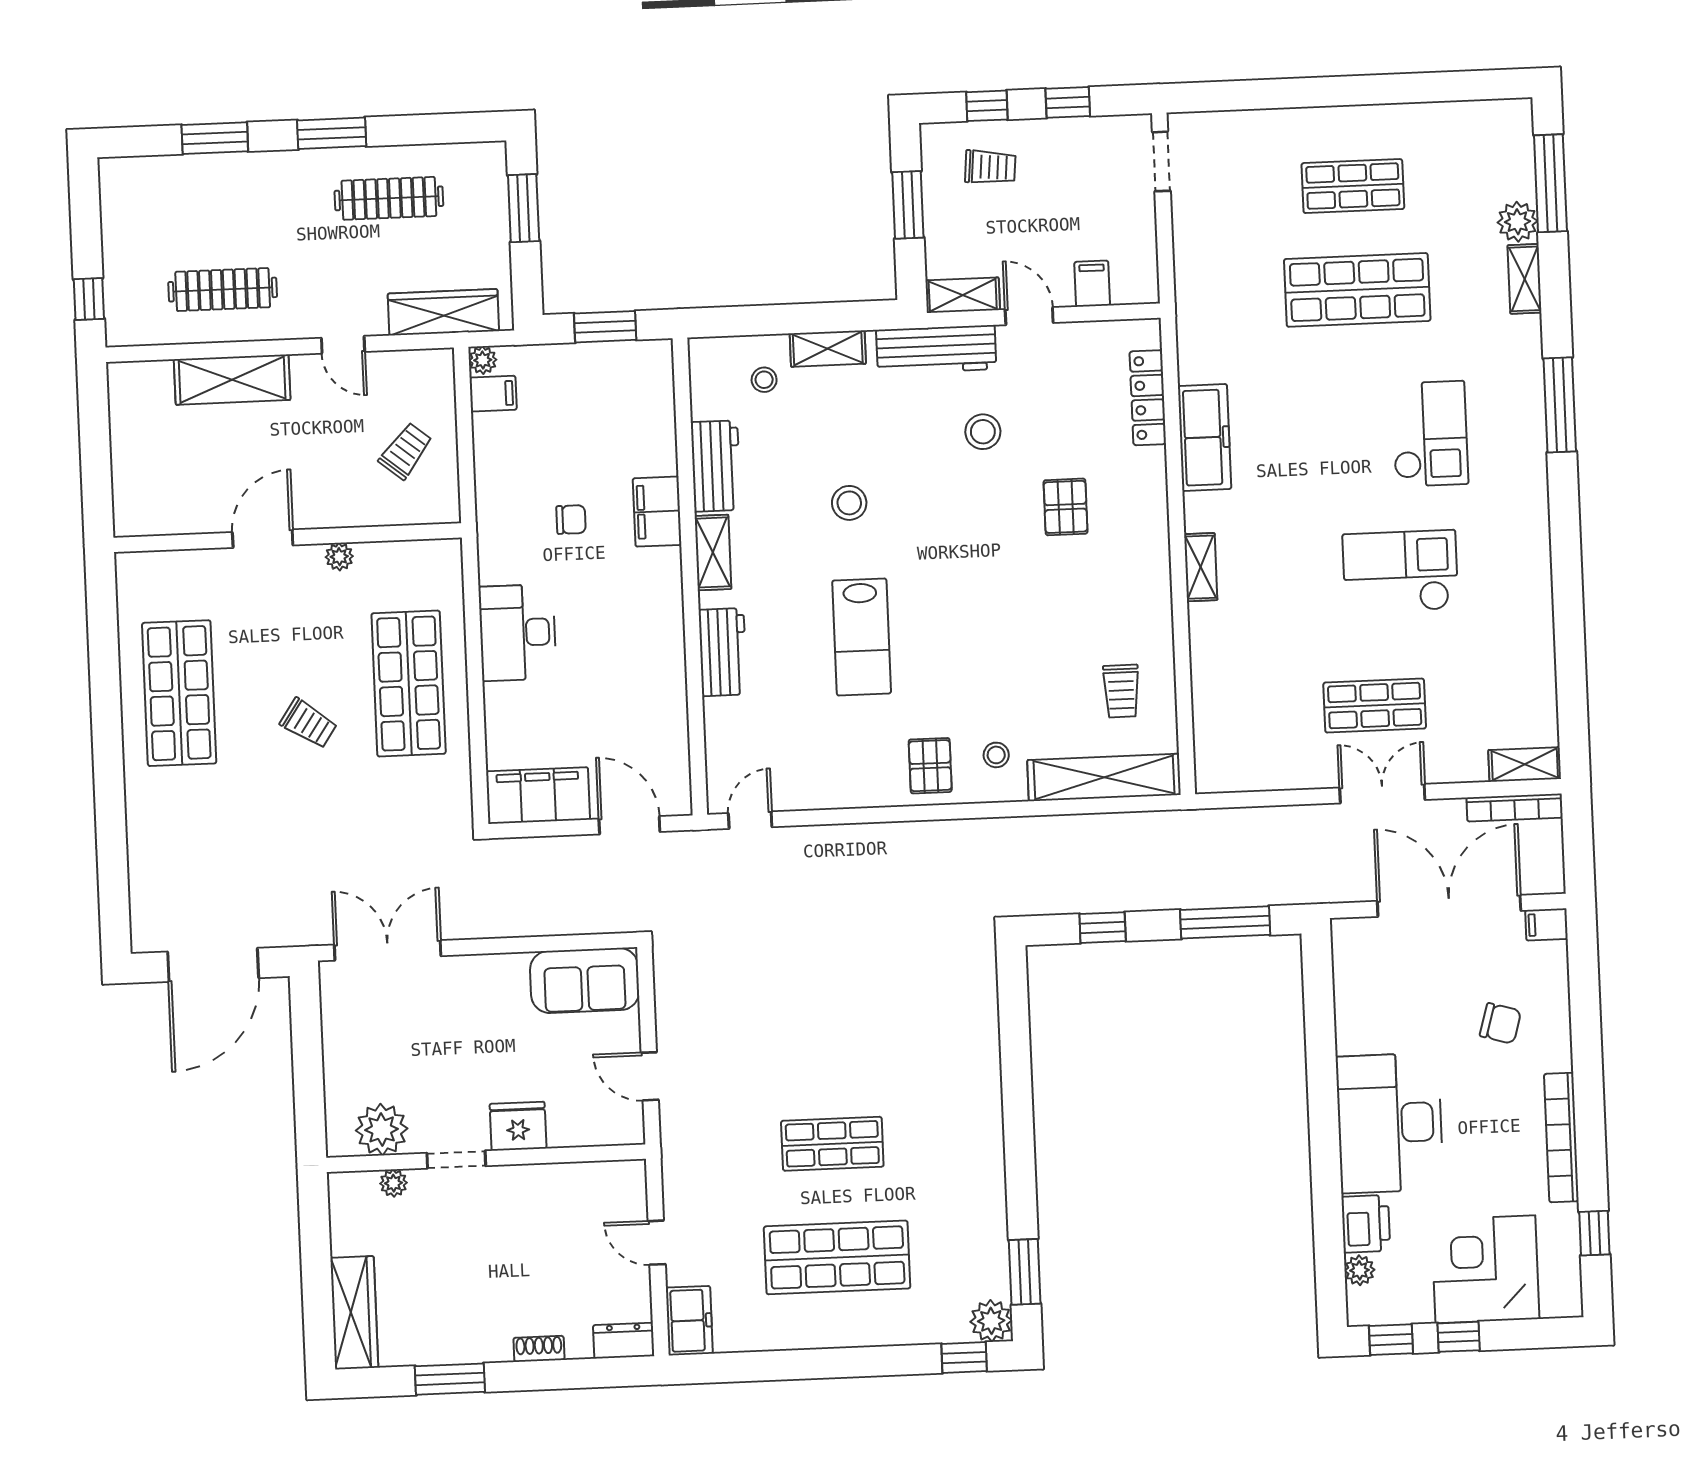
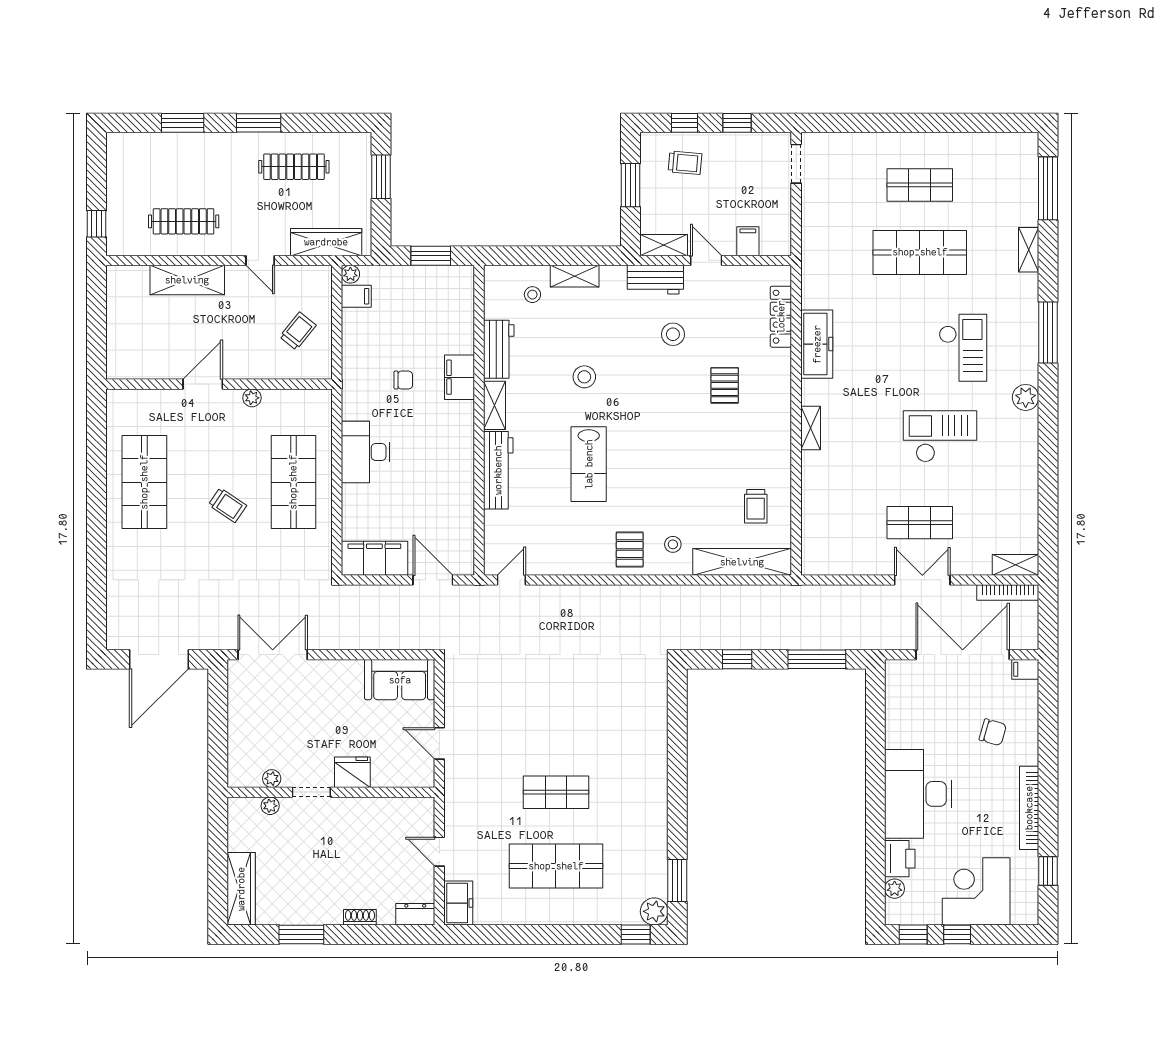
plant: (1517, 222) -> (1026, 397), moved
workbench: (936, 349) -> (655, 280), width x0.73
workbench: (723, 652) -> (498, 470), width x1.38
plant: (382, 1129) -> (272, 779), width x0.53, depth x0.53

